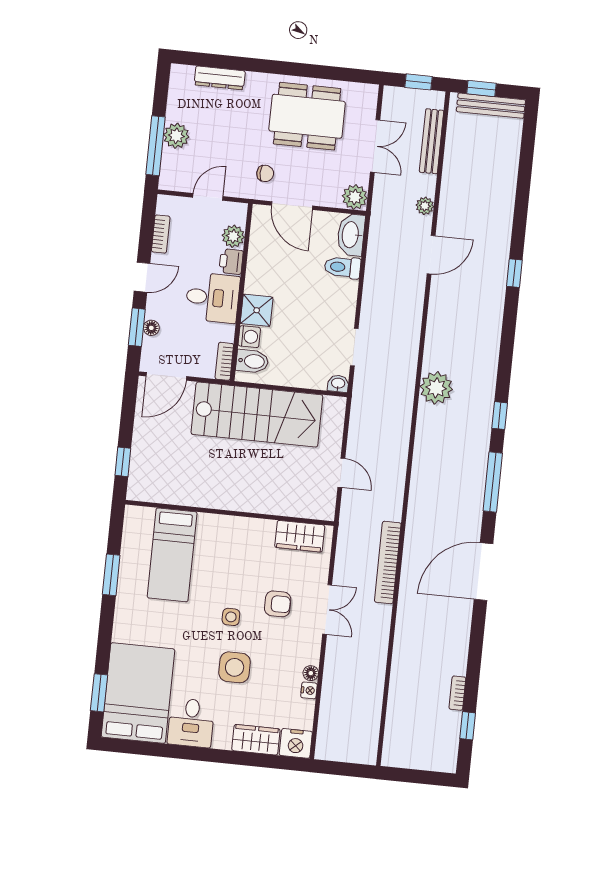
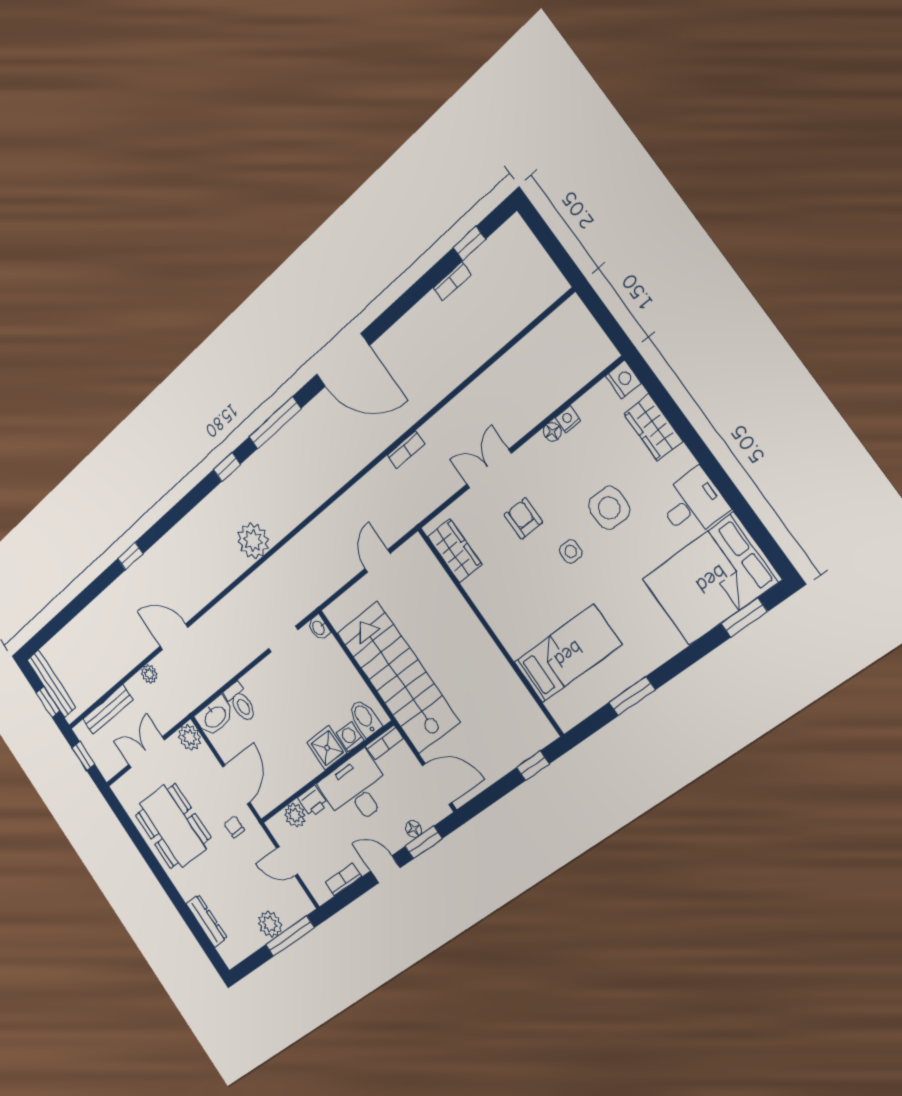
desk: (213, 298) -> (356, 789), width x1.37
bookcase: (388, 562) -> (406, 449), width x0.43, depth x0.76
nightstand: (296, 743) -> (623, 380), width x0.74, depth x0.75

